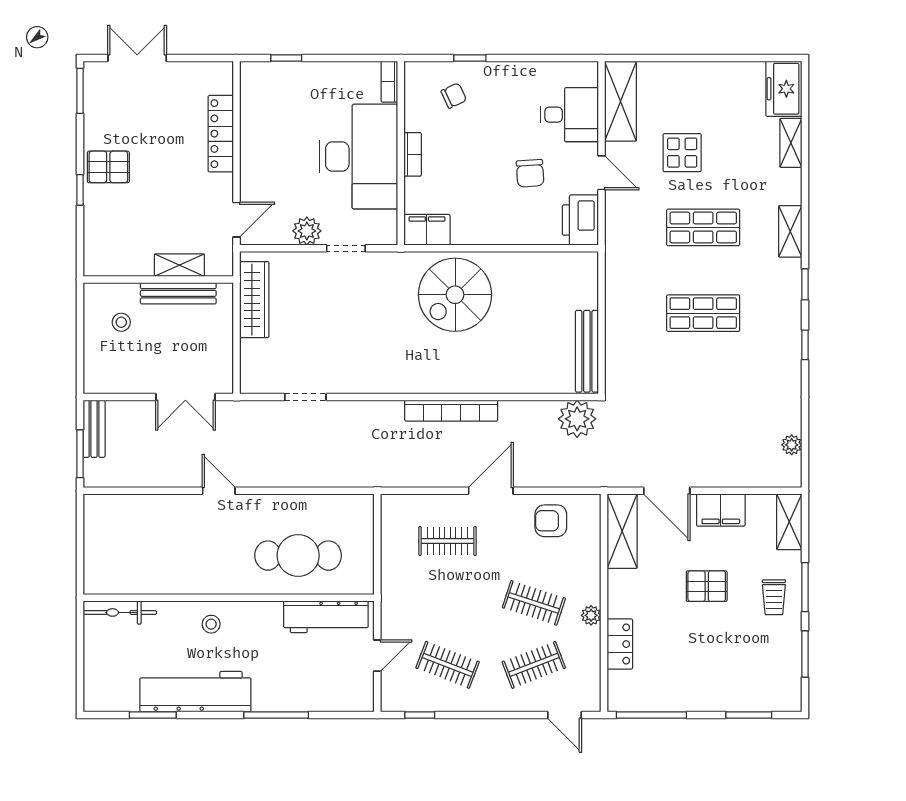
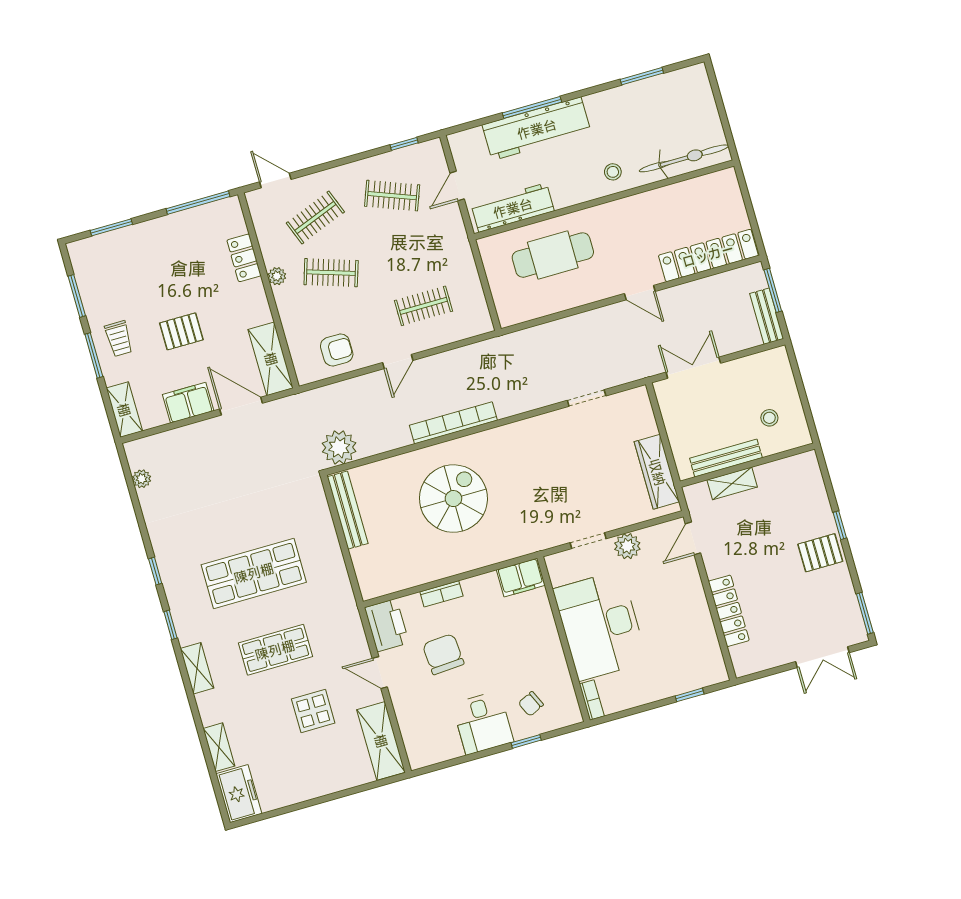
desk: (569, 115) -> (483, 723), moved, turned -90
bookcase: (413, 154) -> (441, 594), moved, turned -90
chair: (530, 173) -> (443, 654), width x1.37, depth x1.37
spiral stairs: (455, 295) -> (453, 499), moved
shop shelf: (703, 313) -> (254, 573), width x1.43, depth x1.36
door: (491, 491) -> (398, 361), width x0.73
locker: (137, 509) -> (708, 255), added
trolley: (774, 597) -> (119, 339), turned 180
bicycle: (120, 612) -> (684, 158), width x1.37, depth x1.40
workbench: (195, 692) -> (537, 129), moved

